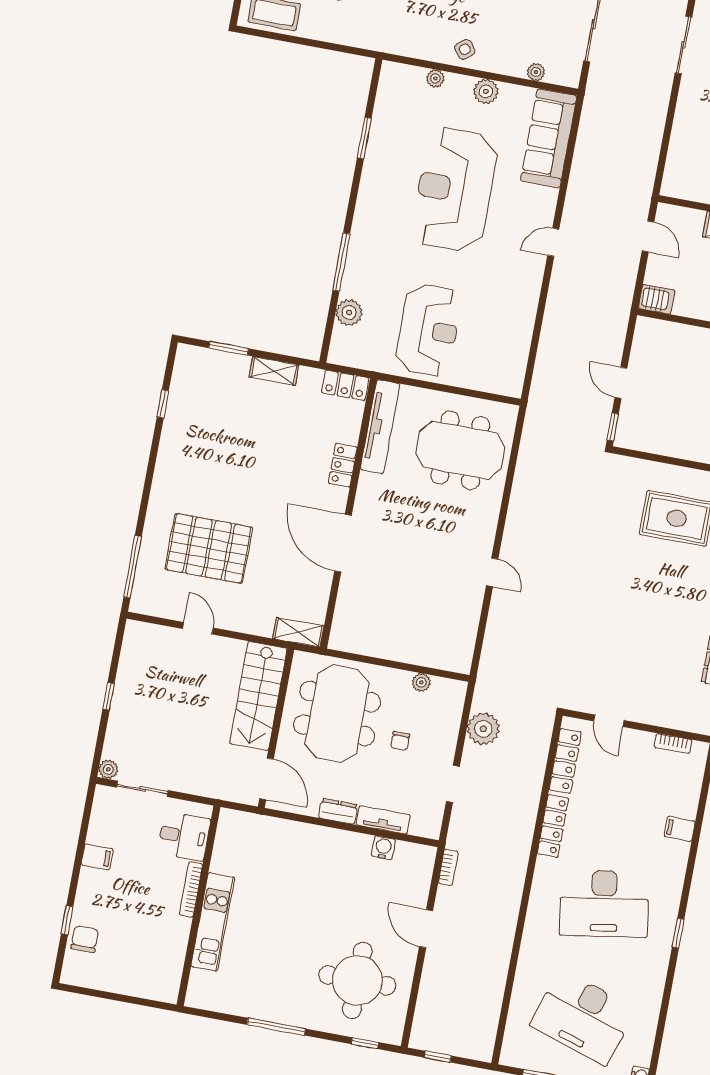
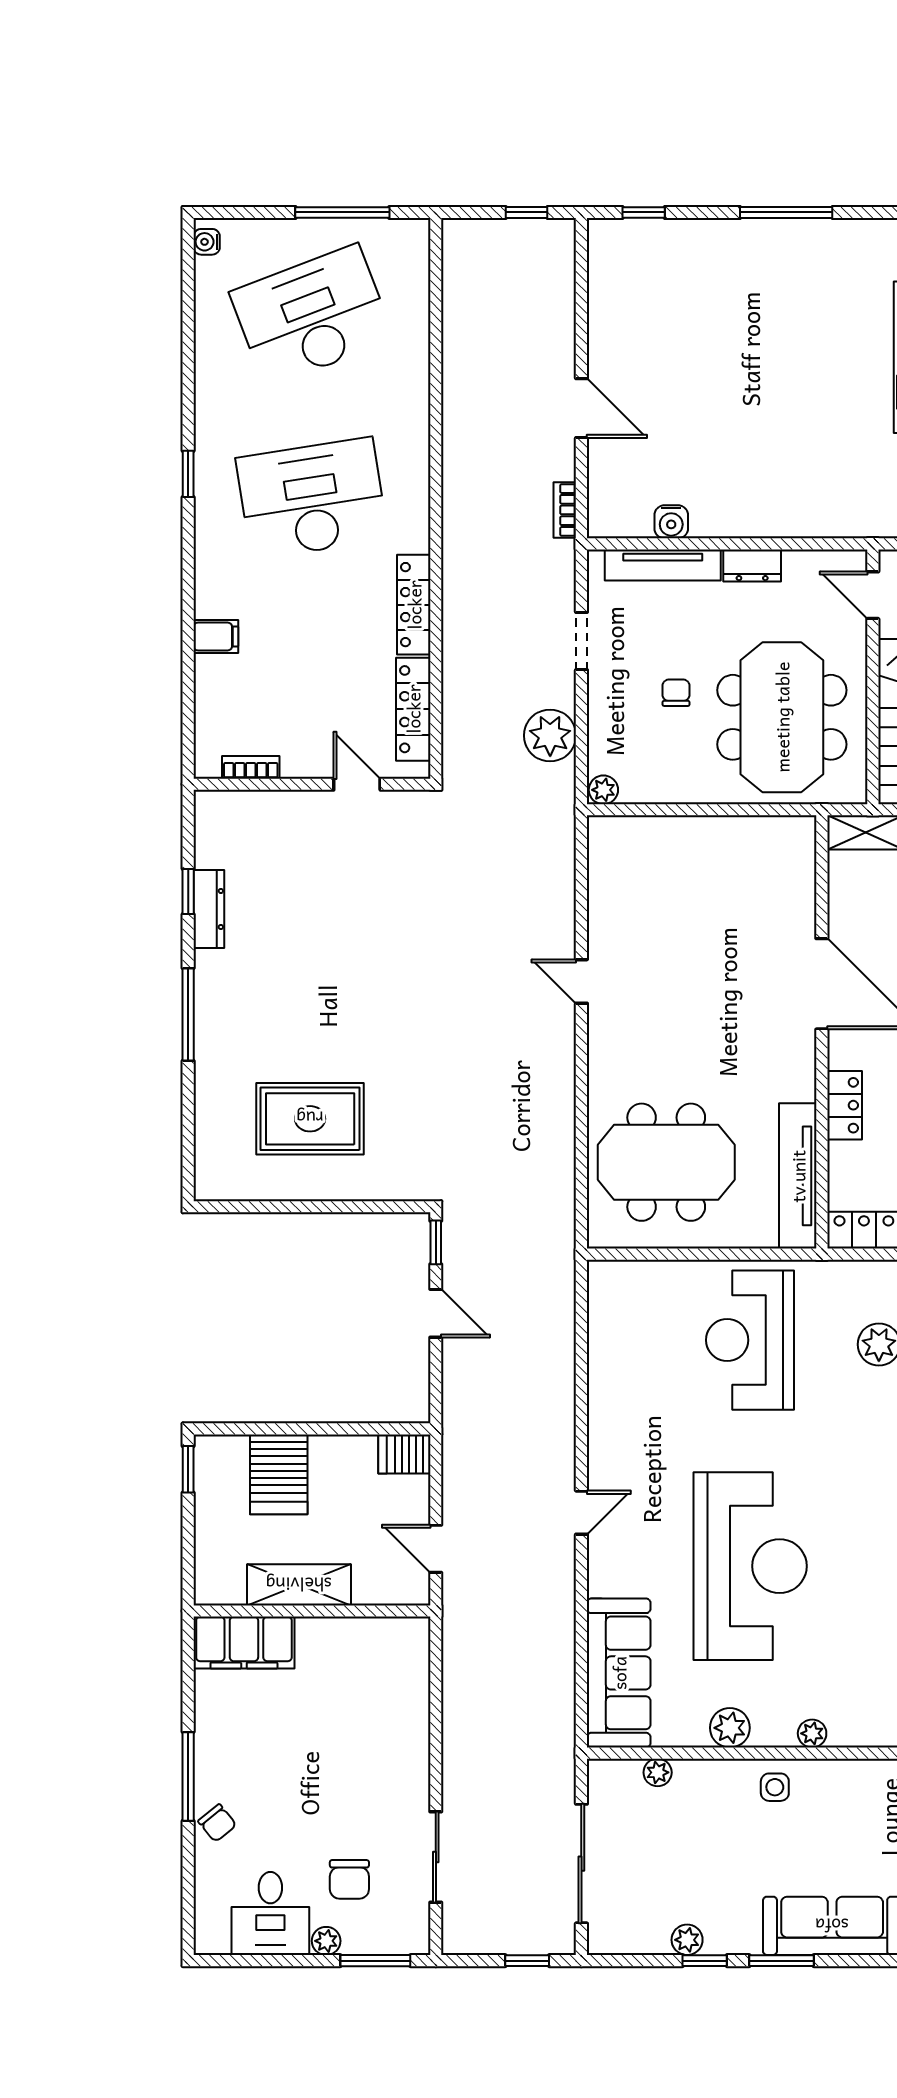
side table: (465, 49) -> (775, 1787), turned 38
plant: (421, 682) -> (603, 790), moved
door: (267, 779) -> (873, 595), width x0.73
tv unit: (383, 820) -> (663, 565), width x1.41
round table: (357, 980) -> (673, 308), removed
desk: (583, 1017) -> (312, 316), turned -39

